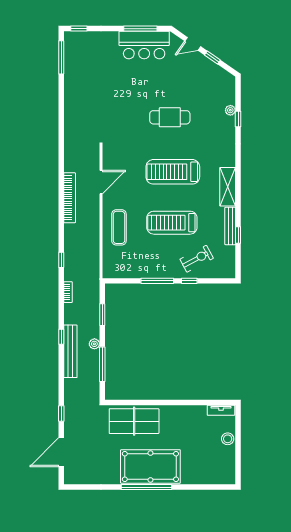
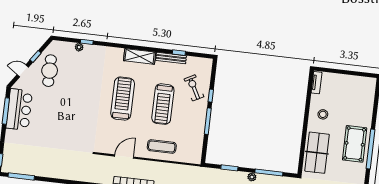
door: (193, 44) -> (23, 71), swing flipped
cafe table: (170, 117) -> (50, 71), moved
treadmill: (173, 172) -> (123, 99), turned 180
door: (101, 182) -> (124, 157), hinge flipped
stool: (228, 439) -> (323, 114), moved
pool table: (150, 466) -> (355, 144), width x0.73, depth x0.76

